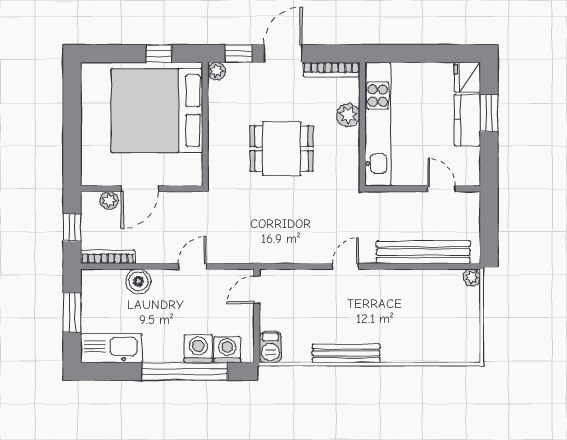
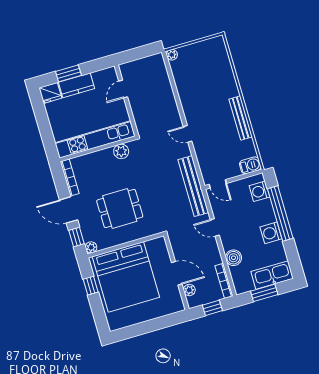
plant: (348, 115) -> (121, 151), moved
dining table: (282, 149) -> (120, 209), moved, turned 90
bench: (423, 252) -> (193, 186), moved
kitchen sink: (111, 348) -> (272, 275), moved, turned 90
washing machine: (198, 349) -> (271, 233), moved

